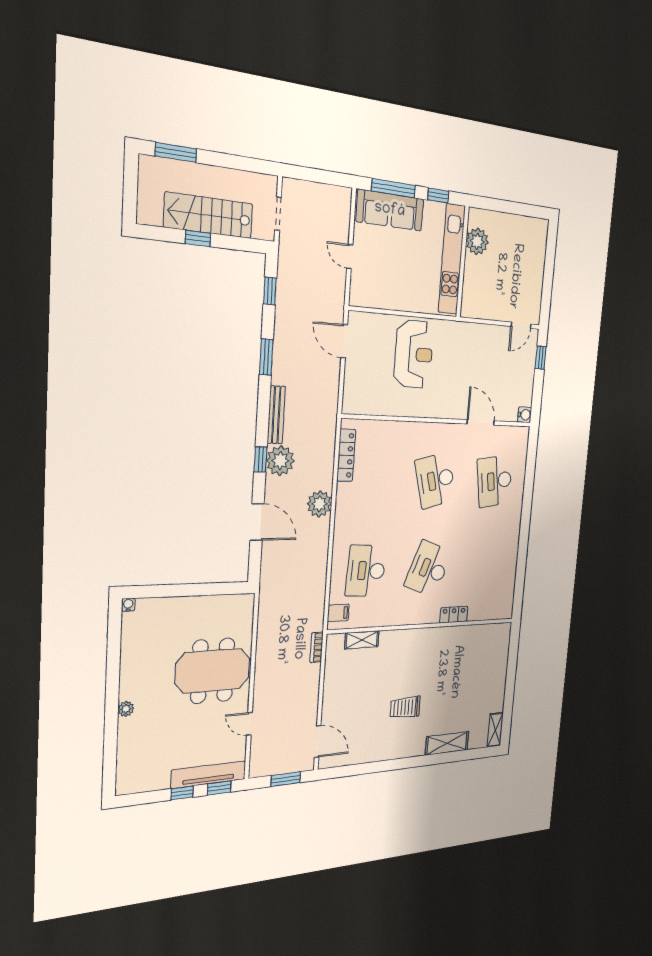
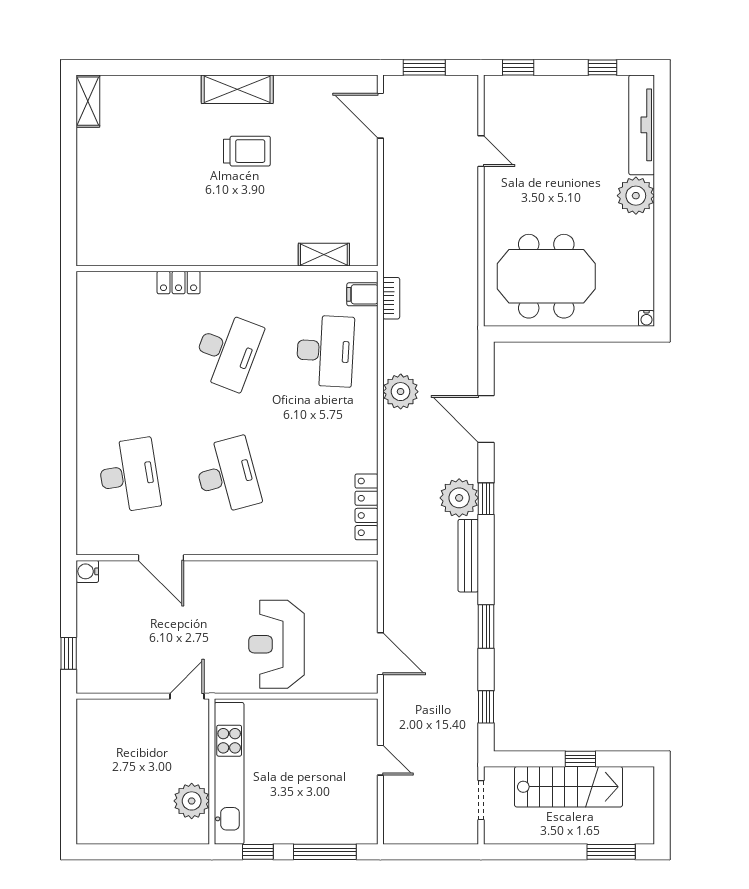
sofa: (390, 210) -> (327, 824), removed
door: (521, 325) -> (187, 696), moved
plant: (319, 504) -> (401, 392), moved
bookcase: (317, 647) -> (391, 298), moved
meeting table: (213, 671) -> (546, 276), moved
plant: (126, 709) -> (636, 196), width x1.88, depth x1.88
shelving: (447, 743) -> (237, 89), moved
tv unit: (209, 775) -> (642, 125), moved, turned 90
window: (182, 793) -> (603, 67), moved

